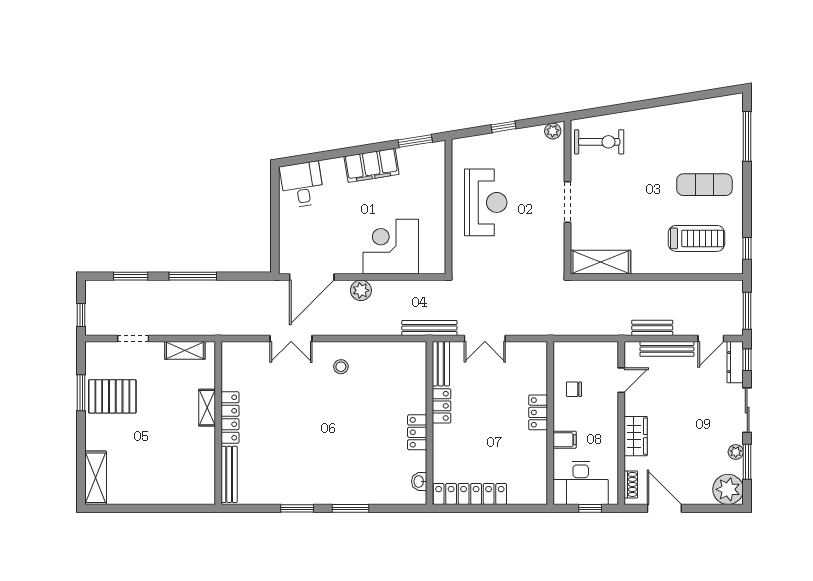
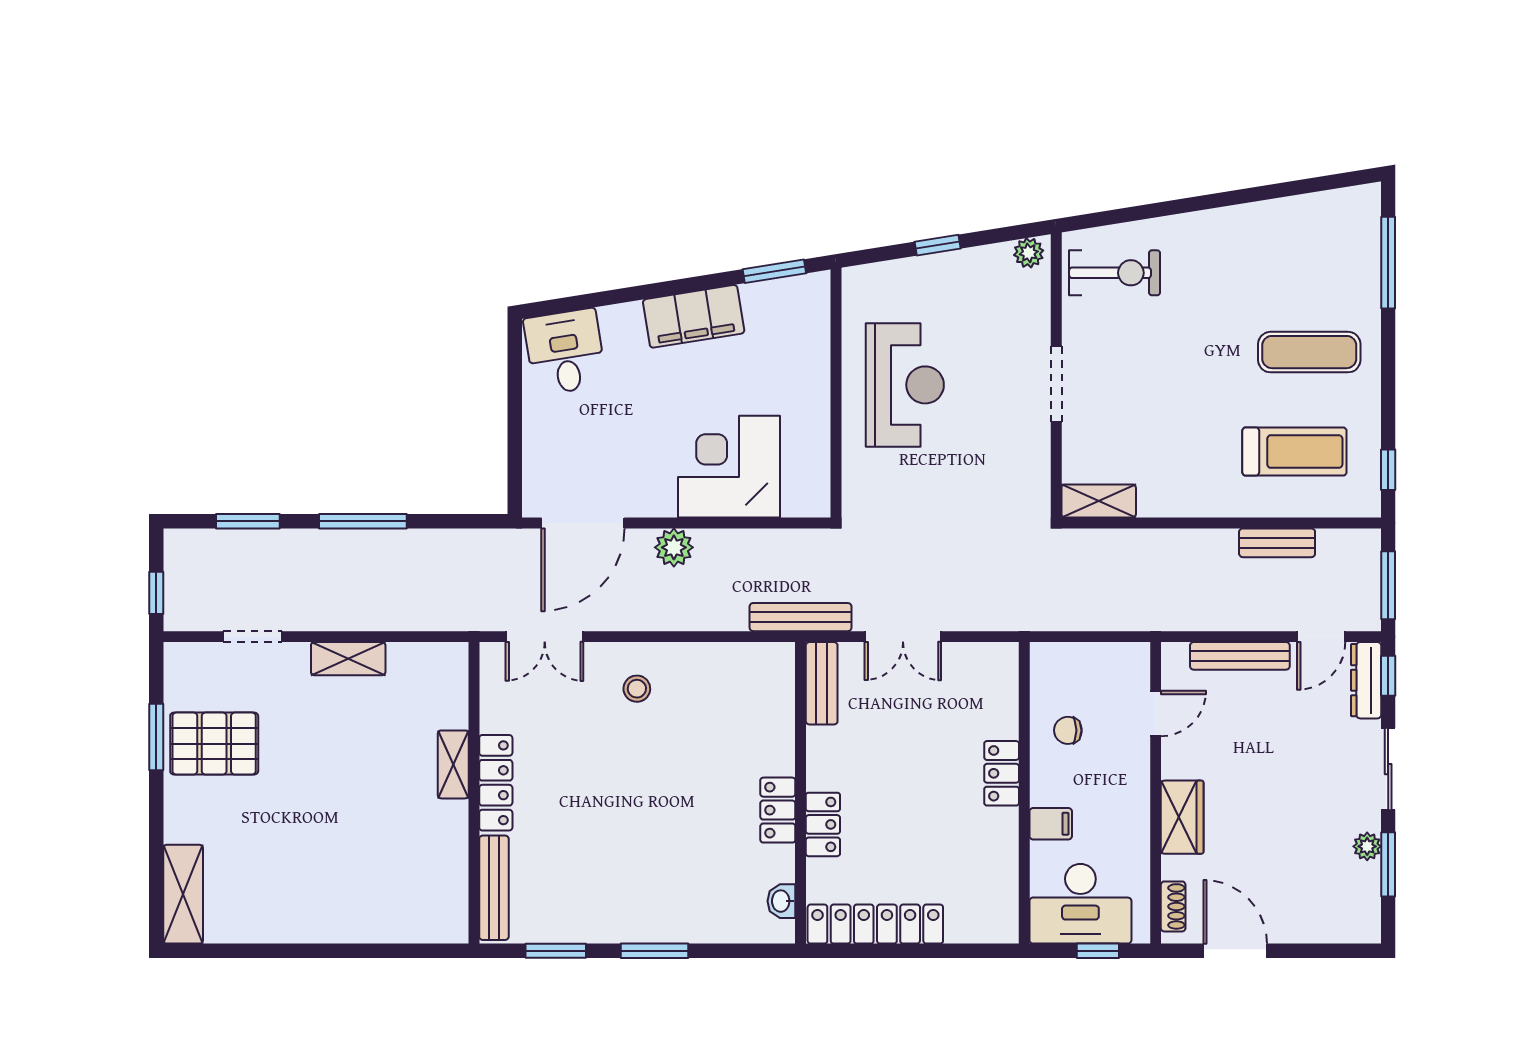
shelving: (601, 262) -> (1099, 501), width x0.67, depth x0.75
bench: (652, 328) -> (1277, 543), moved
locker: (441, 406) -> (823, 824), moved
shelving: (207, 408) -> (453, 764), moved
locker: (230, 418) -> (496, 783), moved
wall: (218, 423) -> (474, 793), moved
bench: (229, 474) -> (494, 888), moved
plant: (728, 489) -> (1353, 916), removed

